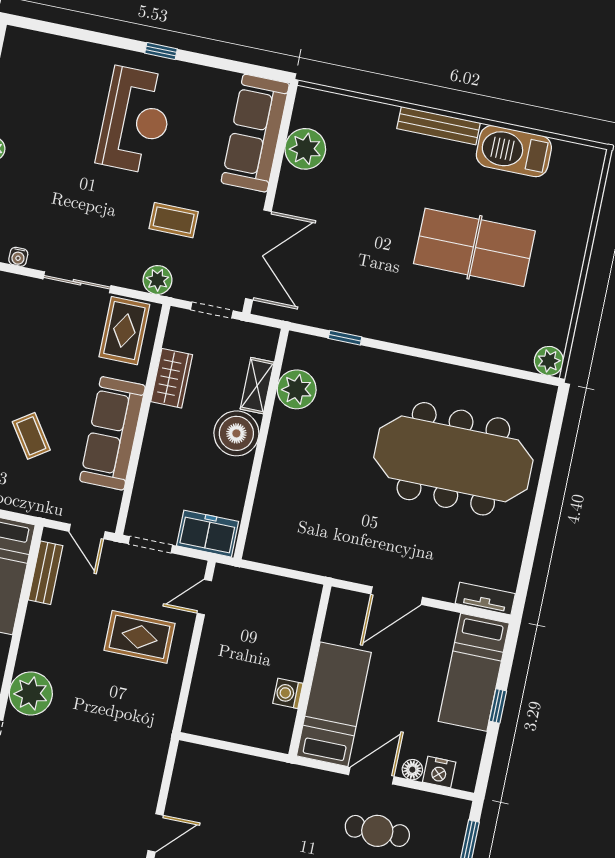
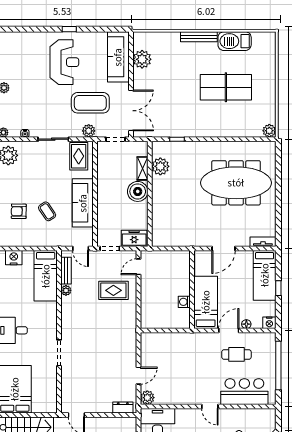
coffee table: (174, 220) -> (90, 103), width x1.86, depth x1.72
wardrobe: (172, 378) -> (104, 173), removed
plant: (31, 694) -> (66, 290), moved, width x0.53, depth x0.53
nightstand: (439, 772) -> (269, 323), moved

